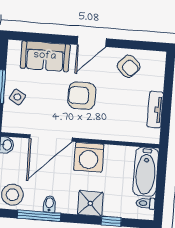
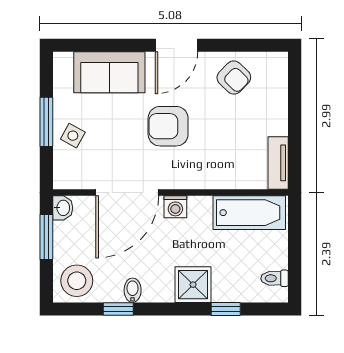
tv unit: (155, 110) -> (278, 163), moved
washing machine: (89, 157) -> (175, 207), width x0.53, depth x0.53
bathtub: (146, 172) -> (249, 213), moved, turned -90
window: (39, 216) -> (118, 309), width x0.46

